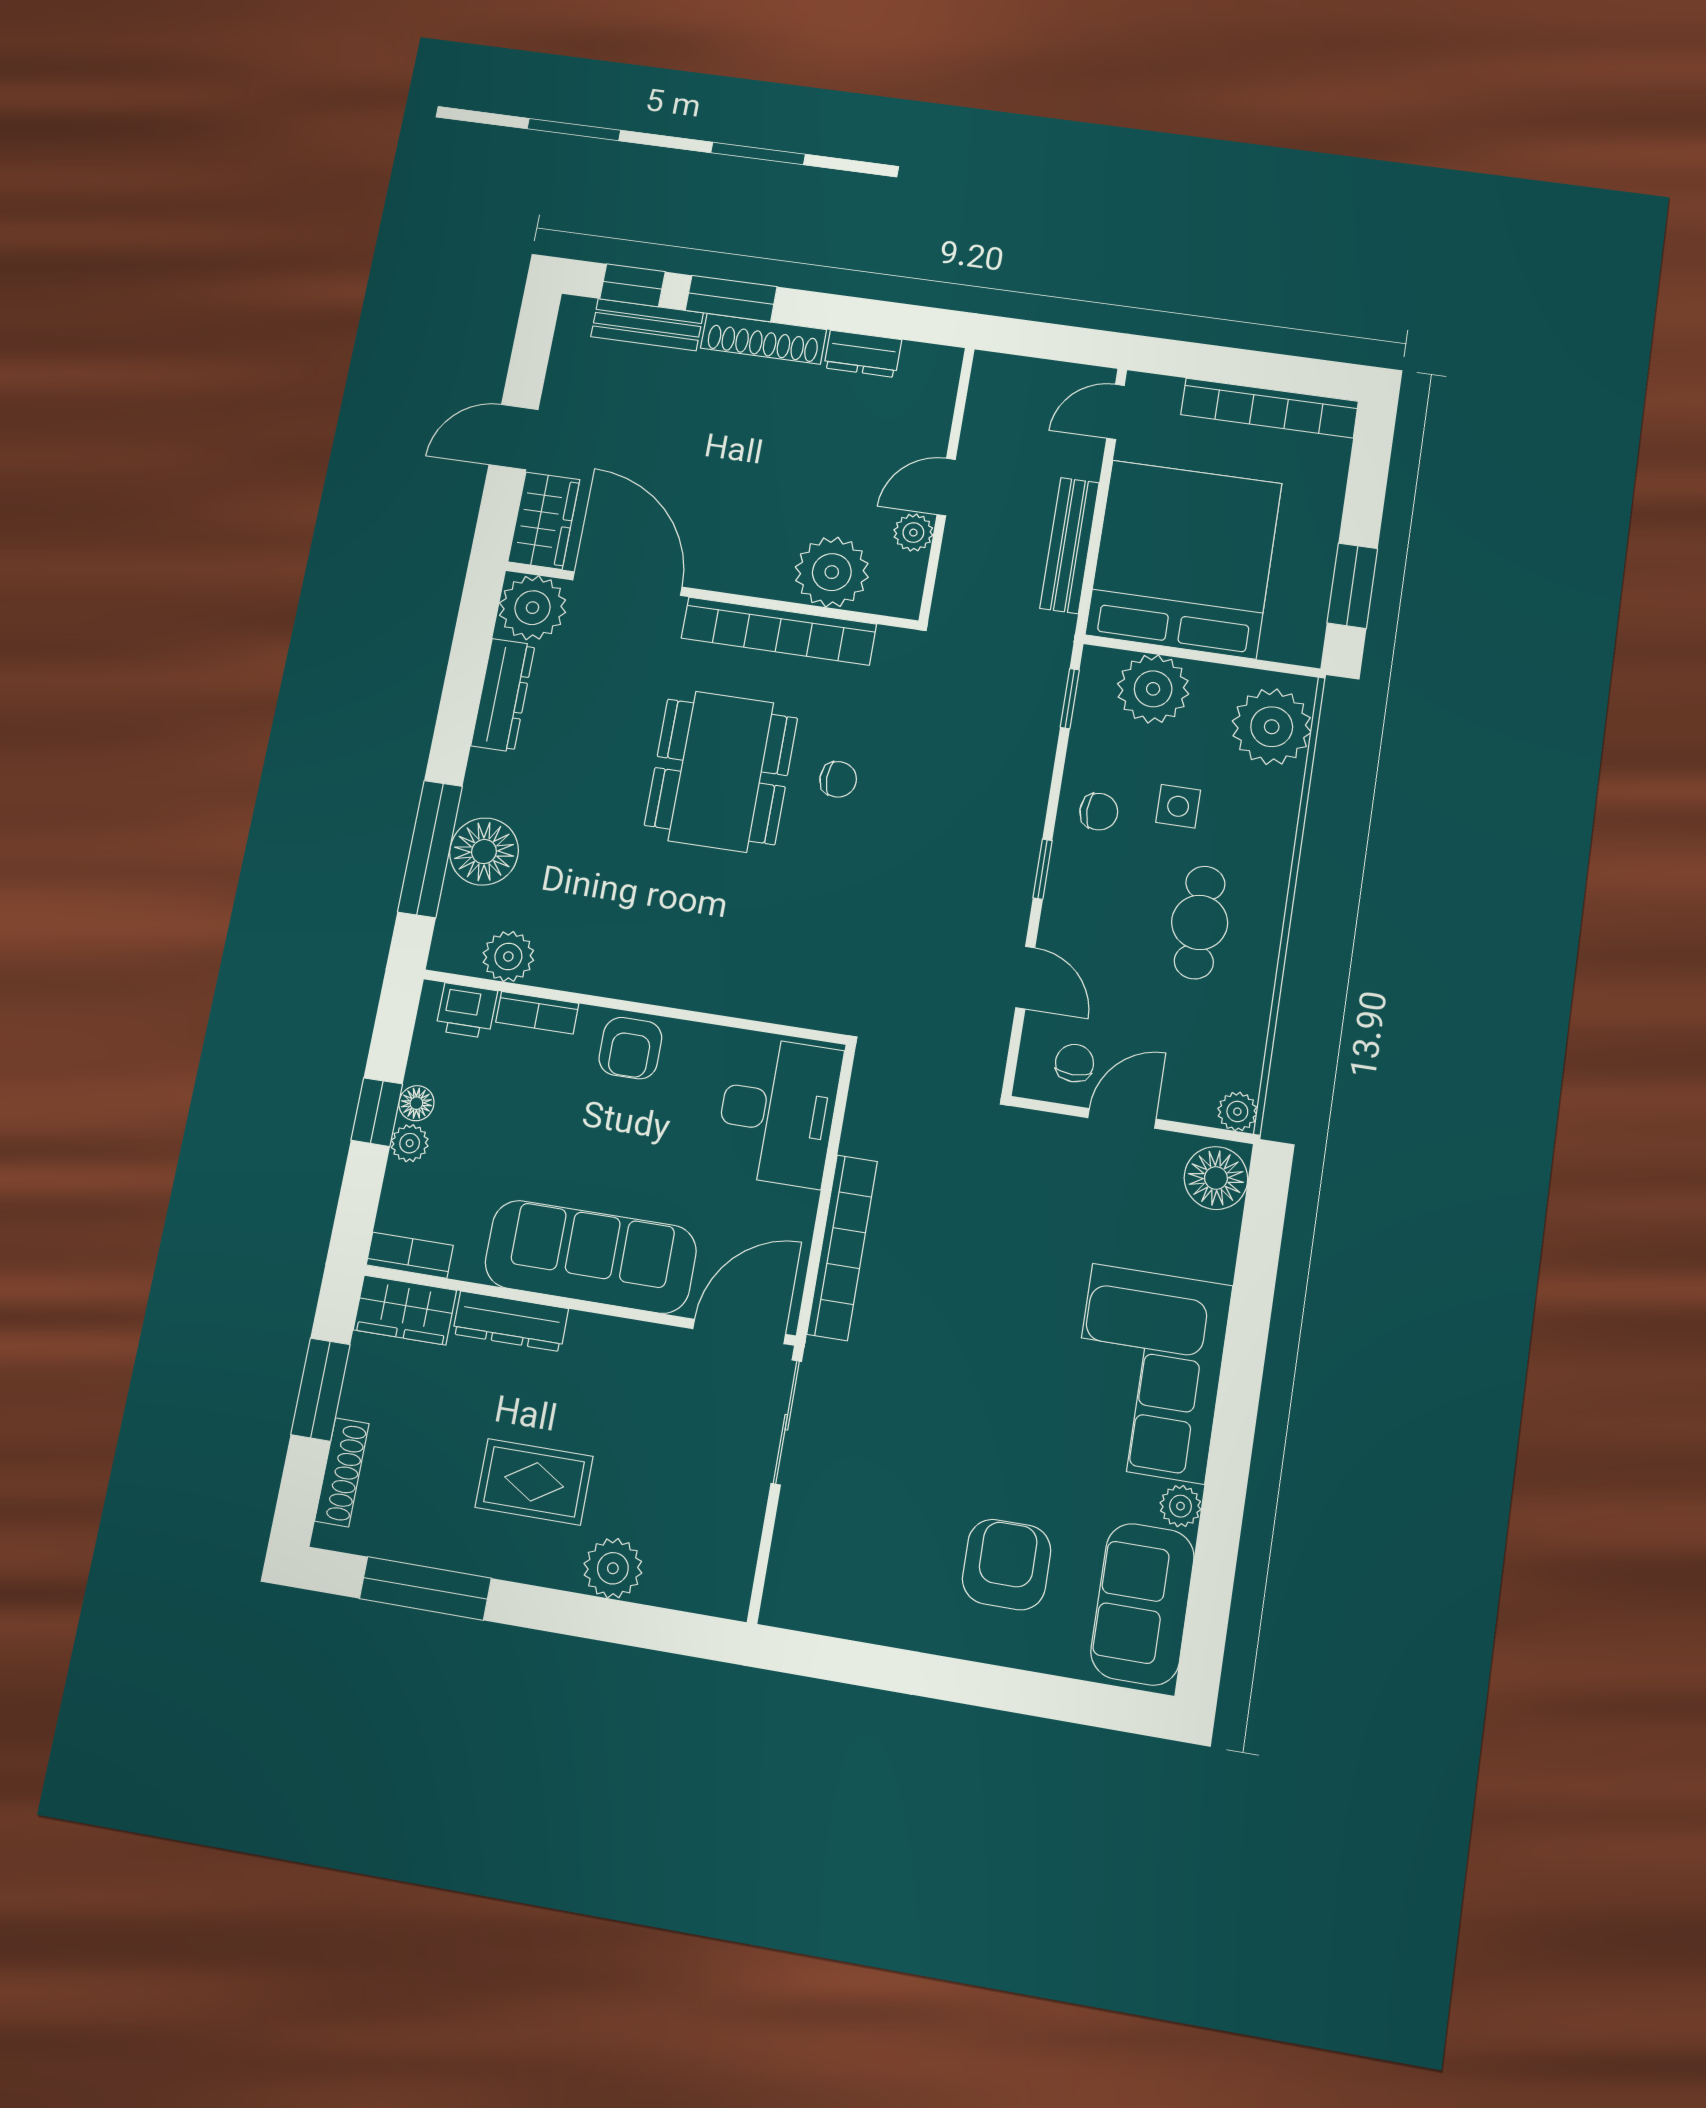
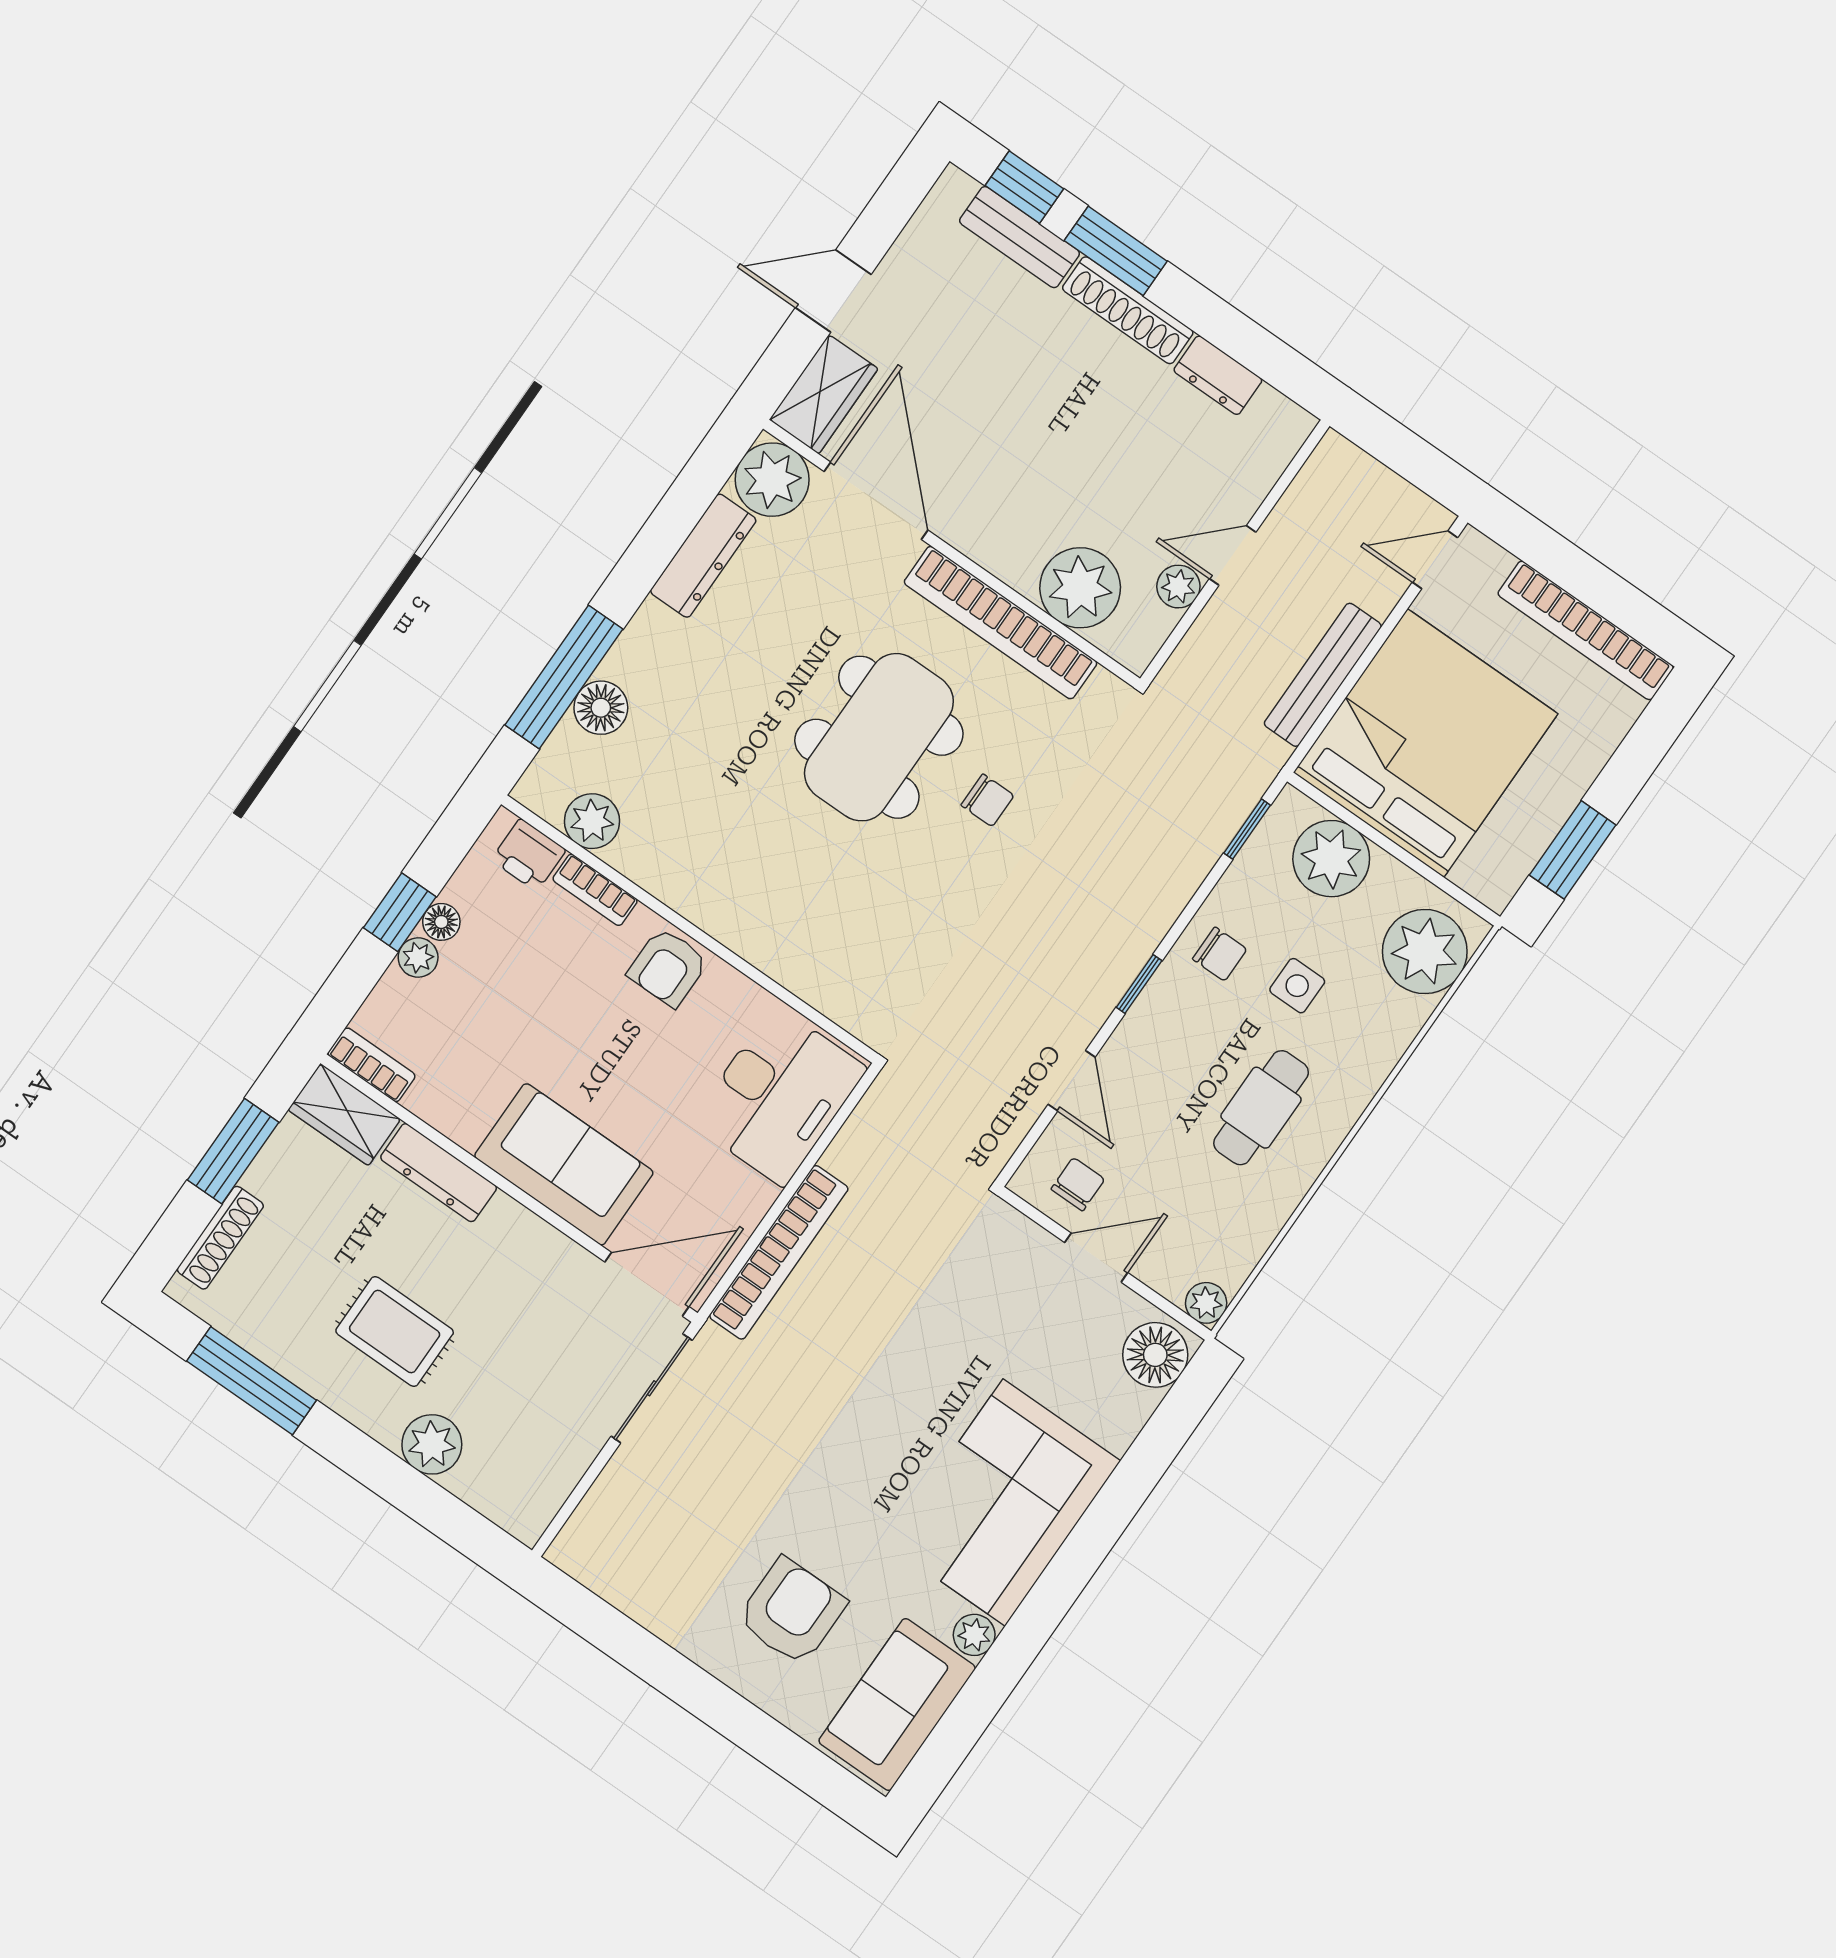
floor lamp: (484, 852) -> (601, 708), width x0.73, depth x0.73
sofa: (591, 1257) -> (564, 1164), width x0.73

